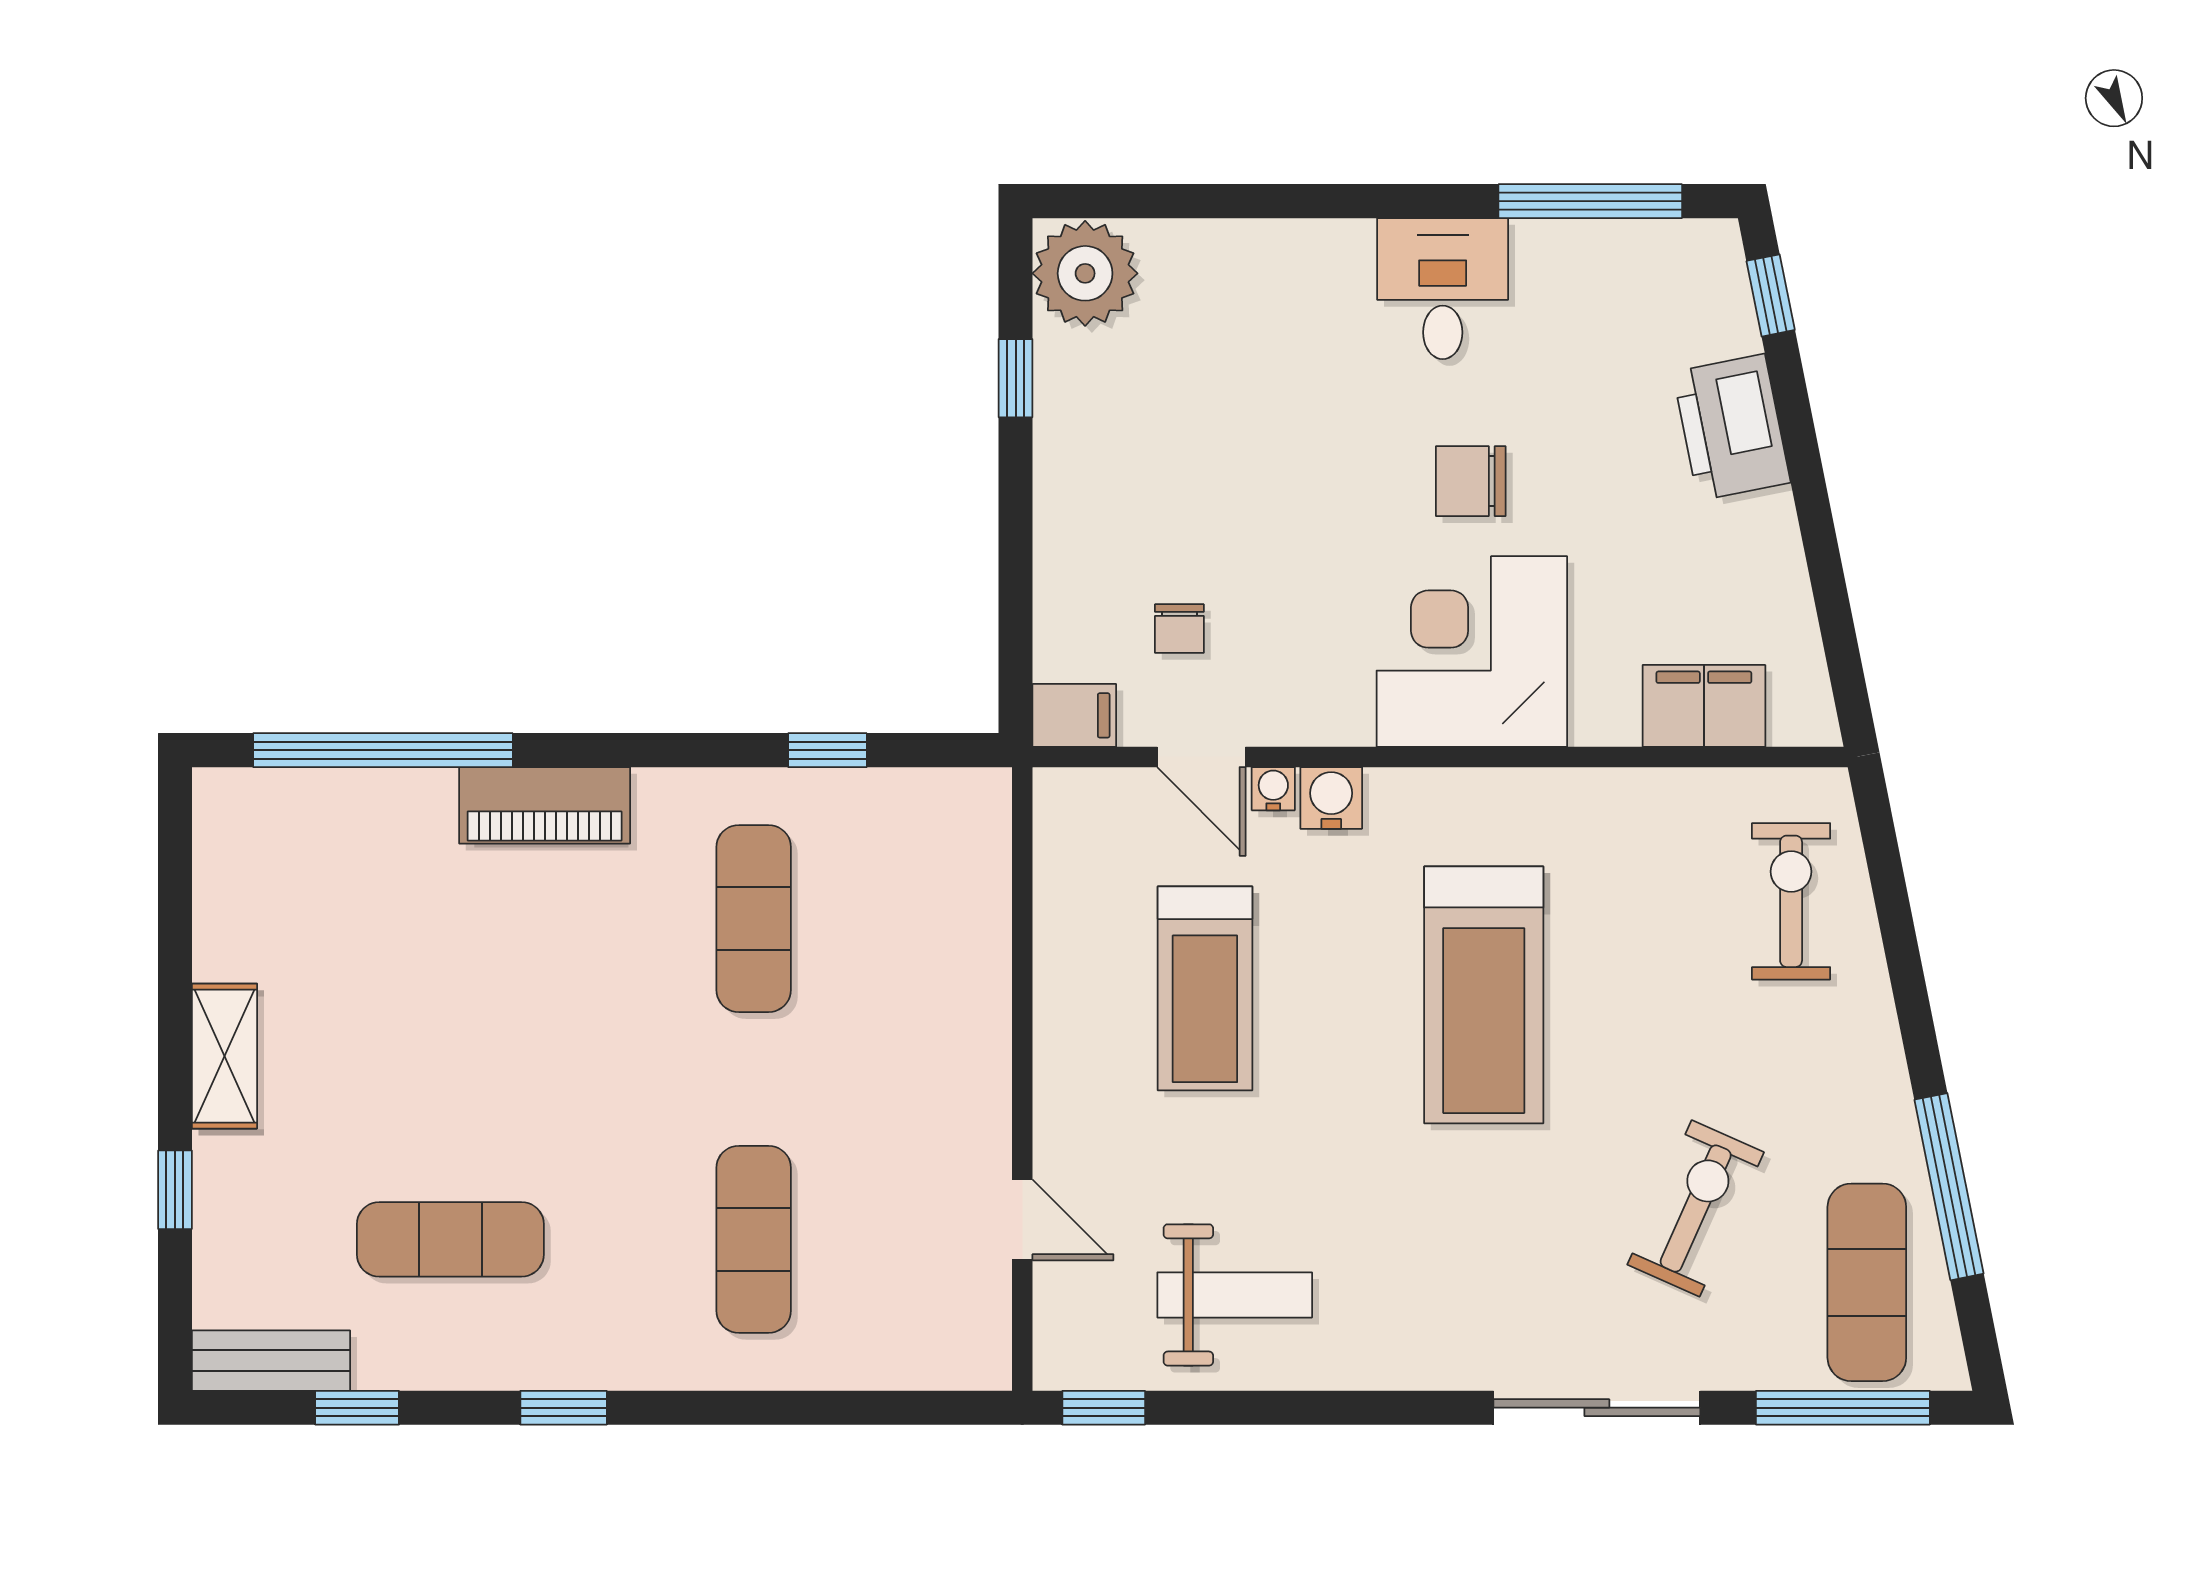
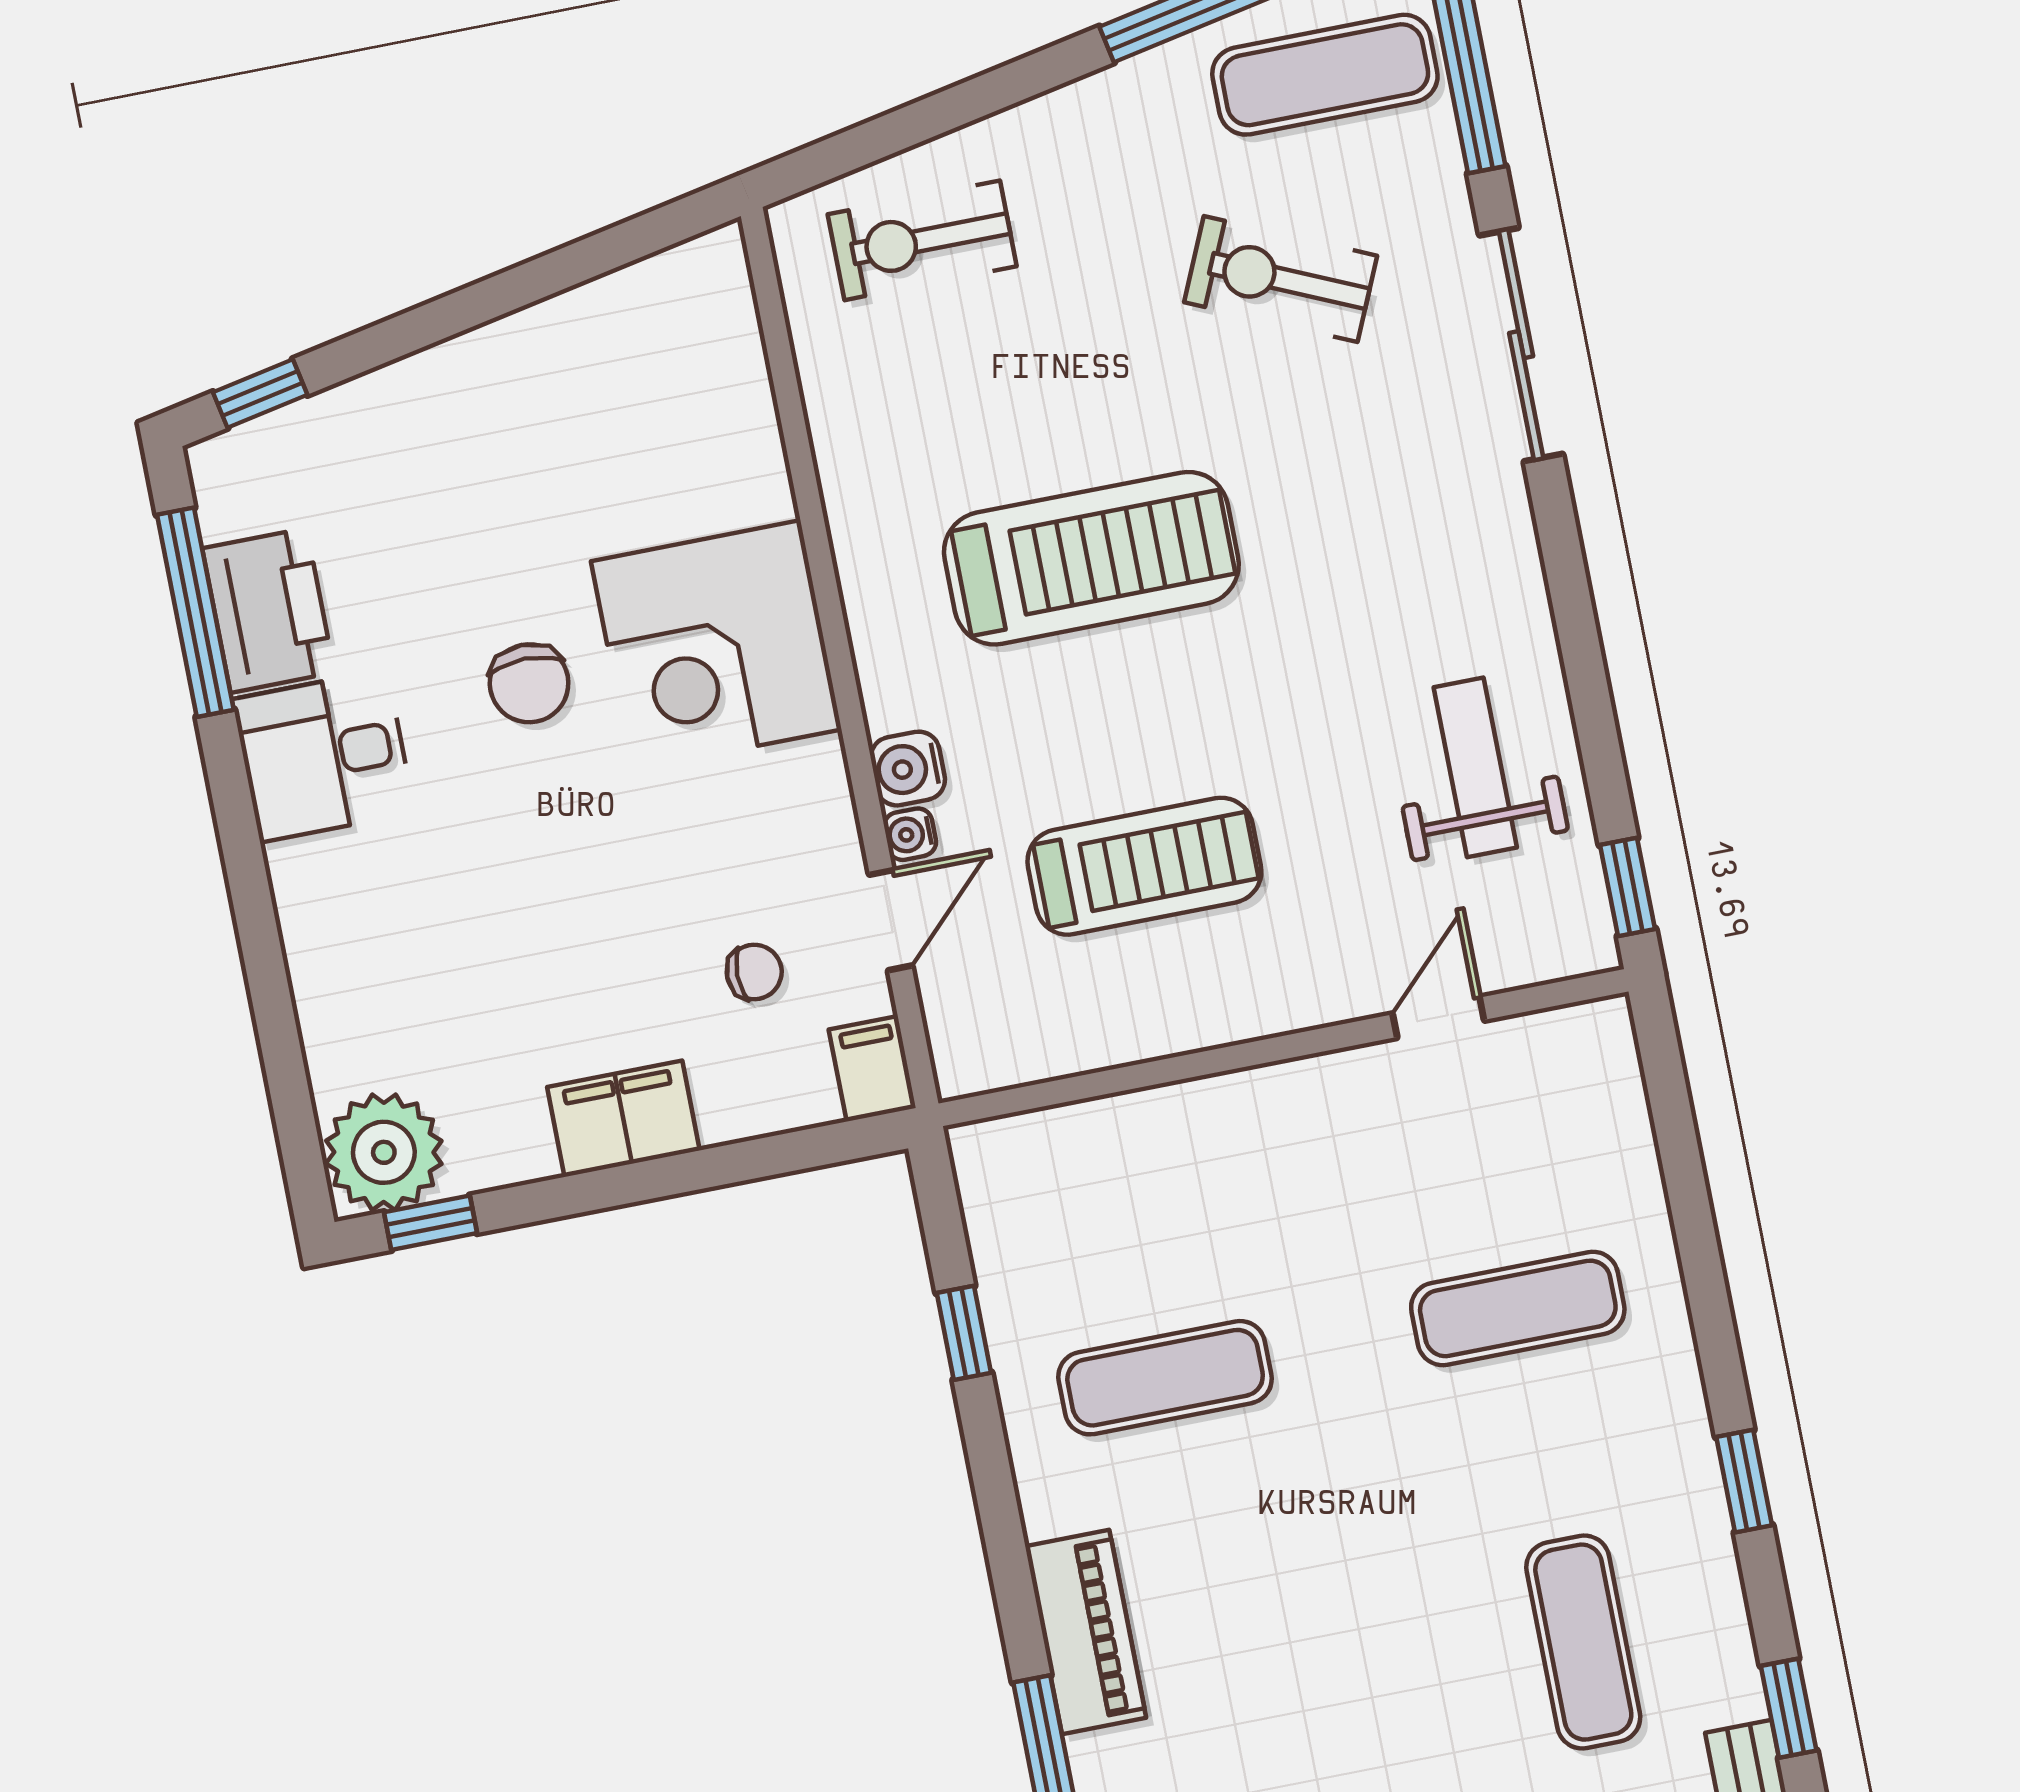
window: (1016, 378) -> (431, 1223), moved
printer: (1731, 427) -> (268, 610), moved, turned -79
filing cabinet: (1704, 706) -> (623, 1119), moved, turned 90

